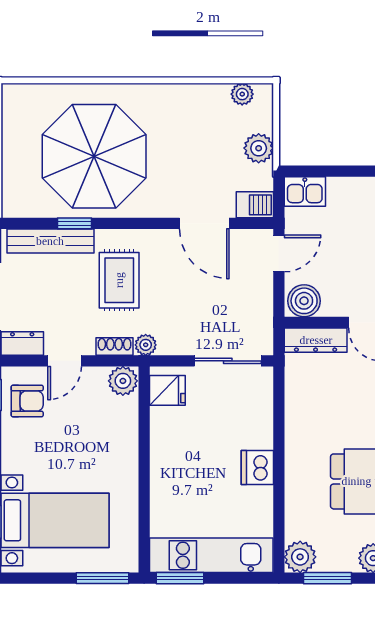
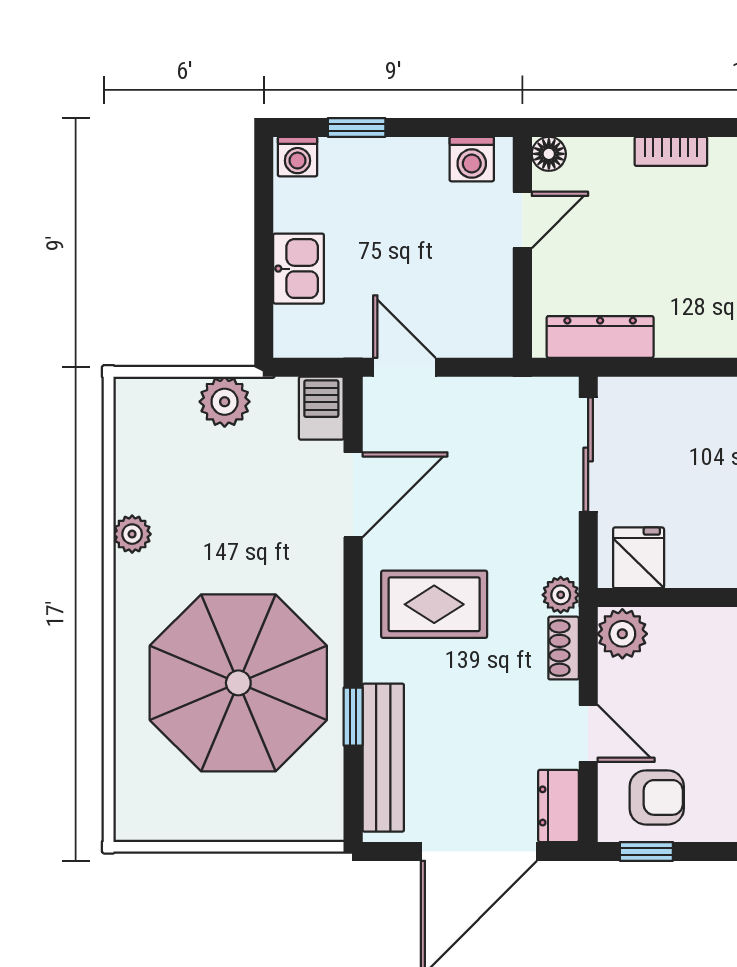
plant: (242, 94) -> (132, 534), moved
kitchen sink: (305, 192) -> (299, 269), moved
rug: (119, 280) -> (434, 604), moved
boiler: (304, 301) -> (485, 324), removed
dresser: (316, 340) -> (600, 337), moved, turned -90
armchair: (27, 401) -> (657, 797), turned 90

